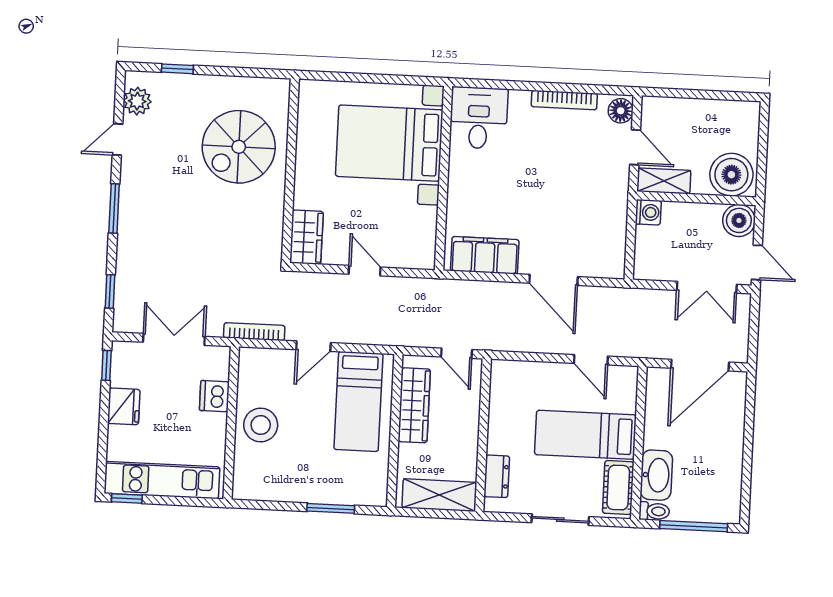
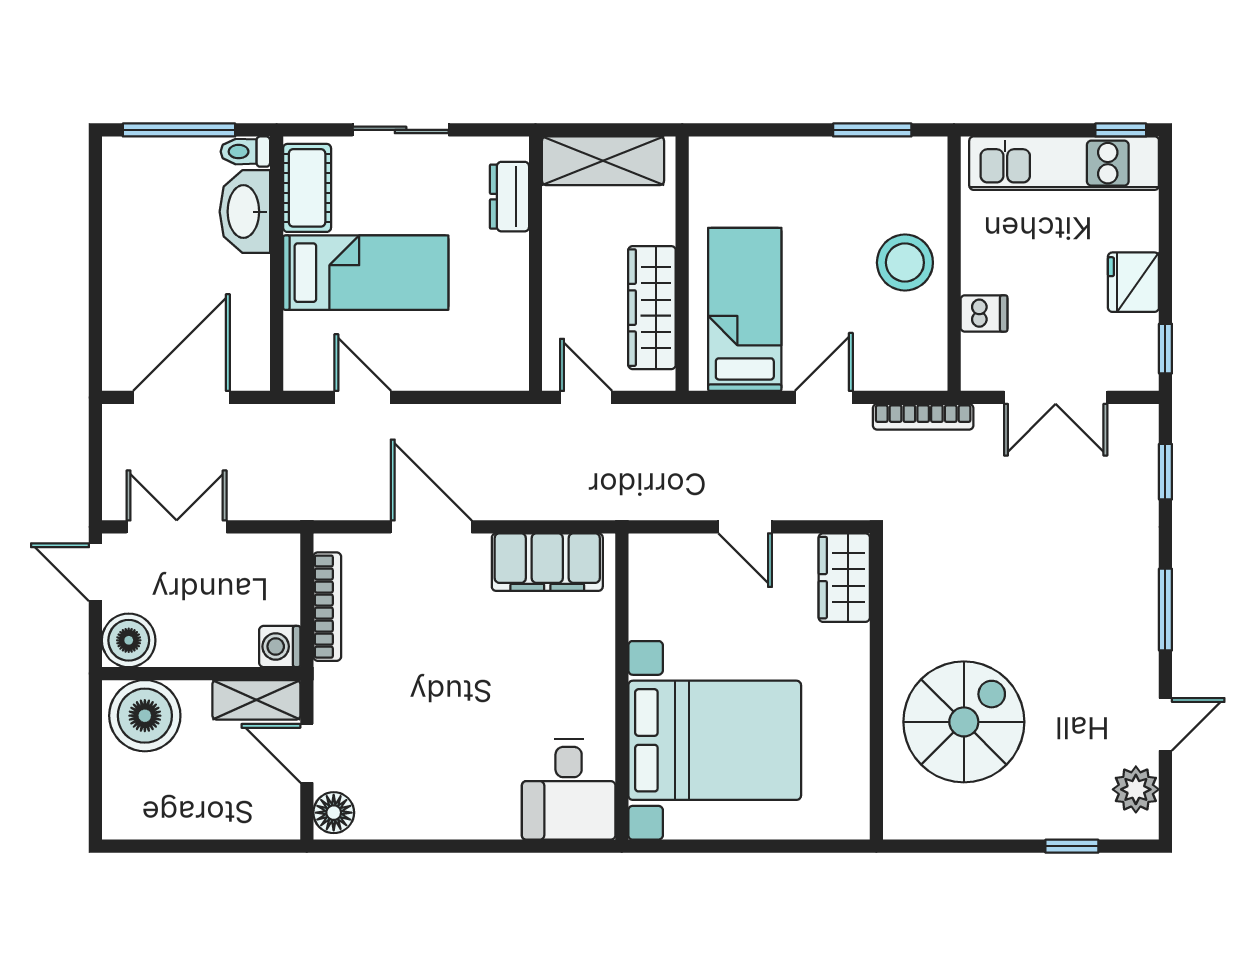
bookcase: (564, 100) -> (327, 607), moved, turned 90
dishwasher: (214, 396) -> (984, 313), width x0.73
window: (331, 508) -> (872, 130), moved

